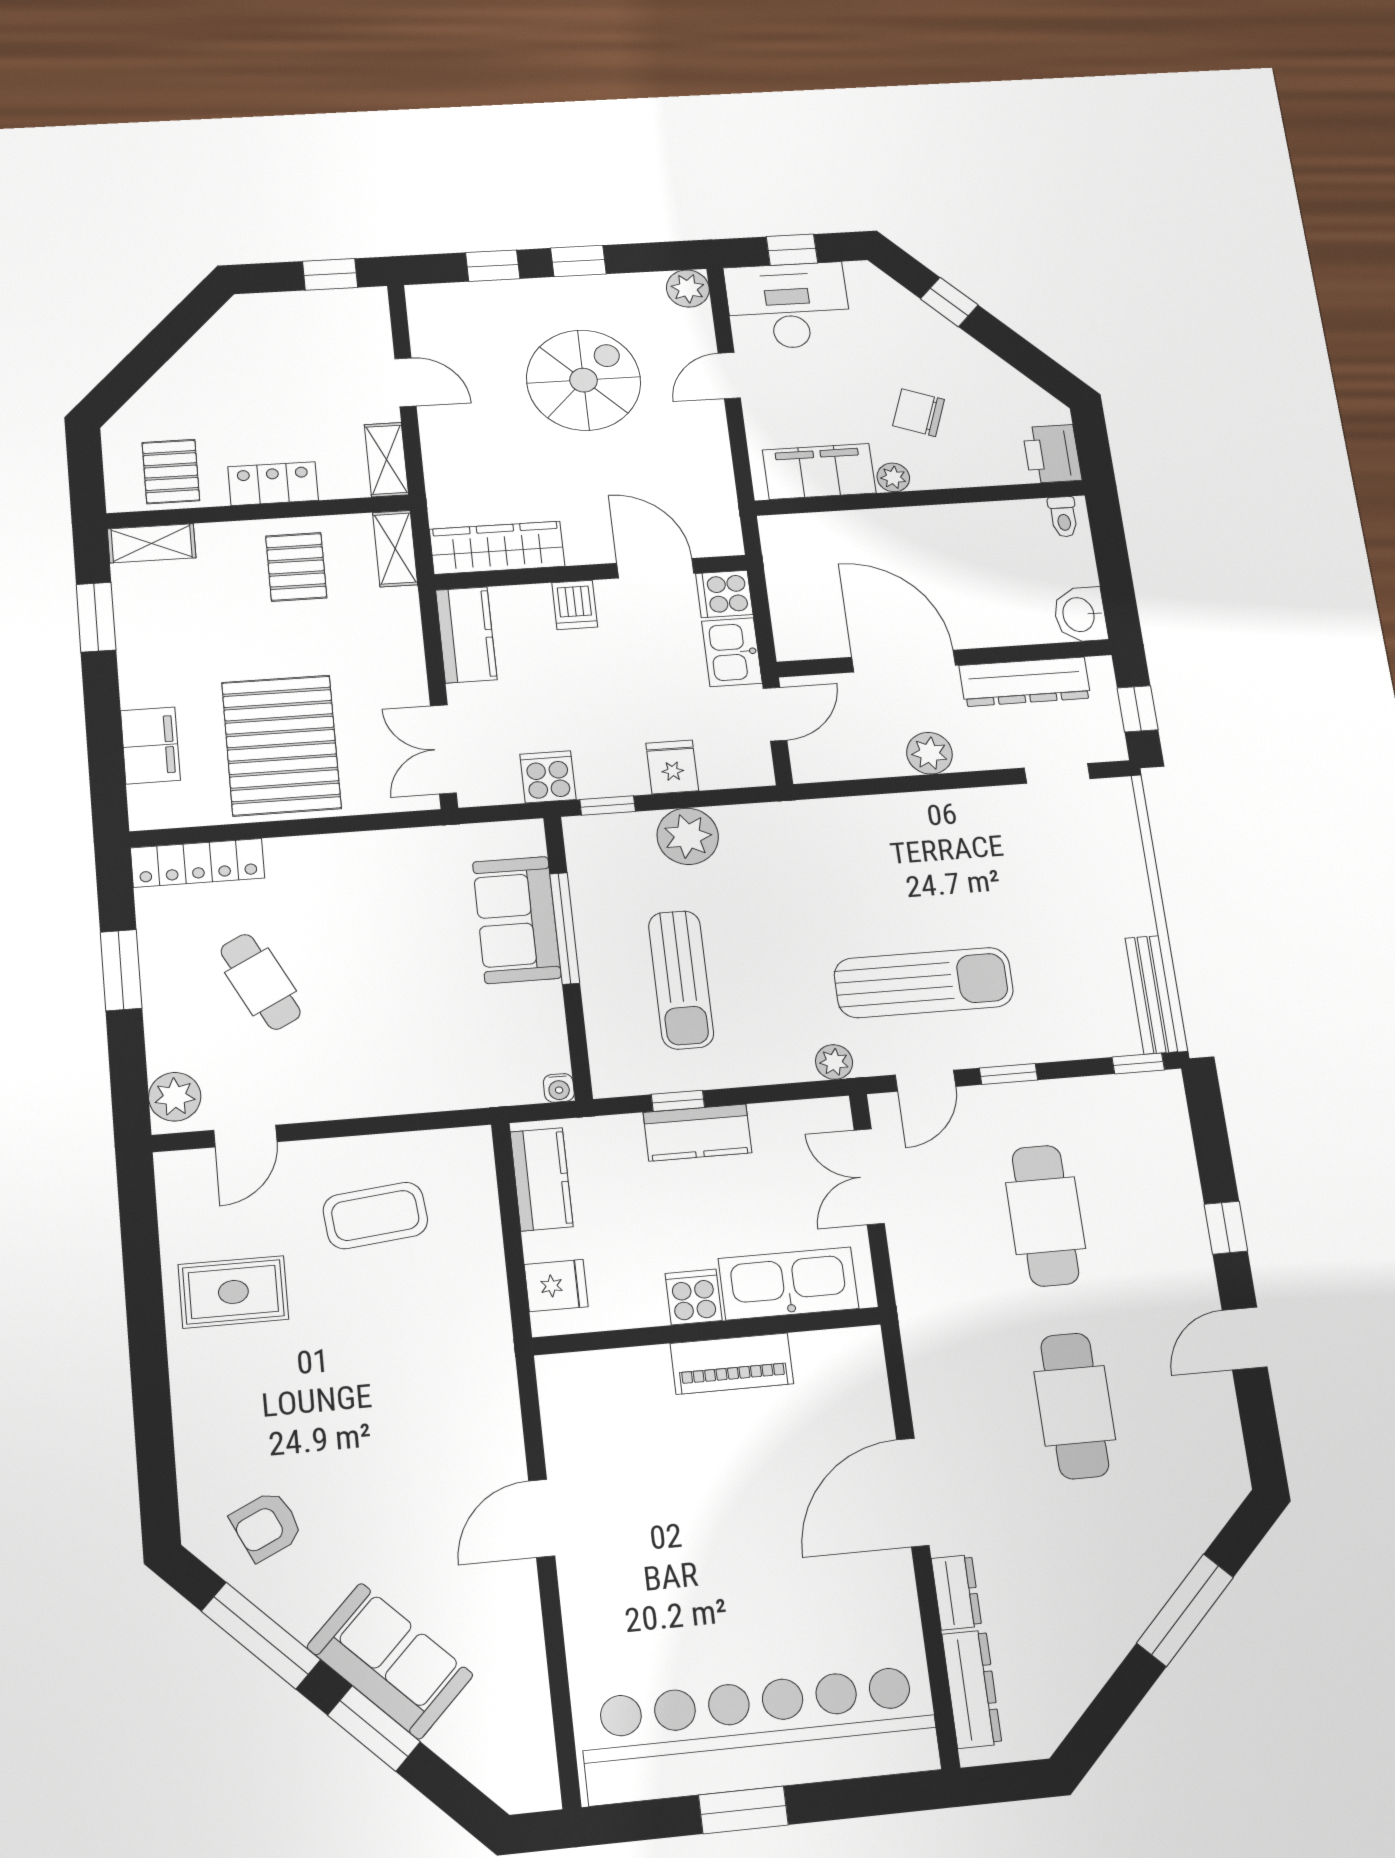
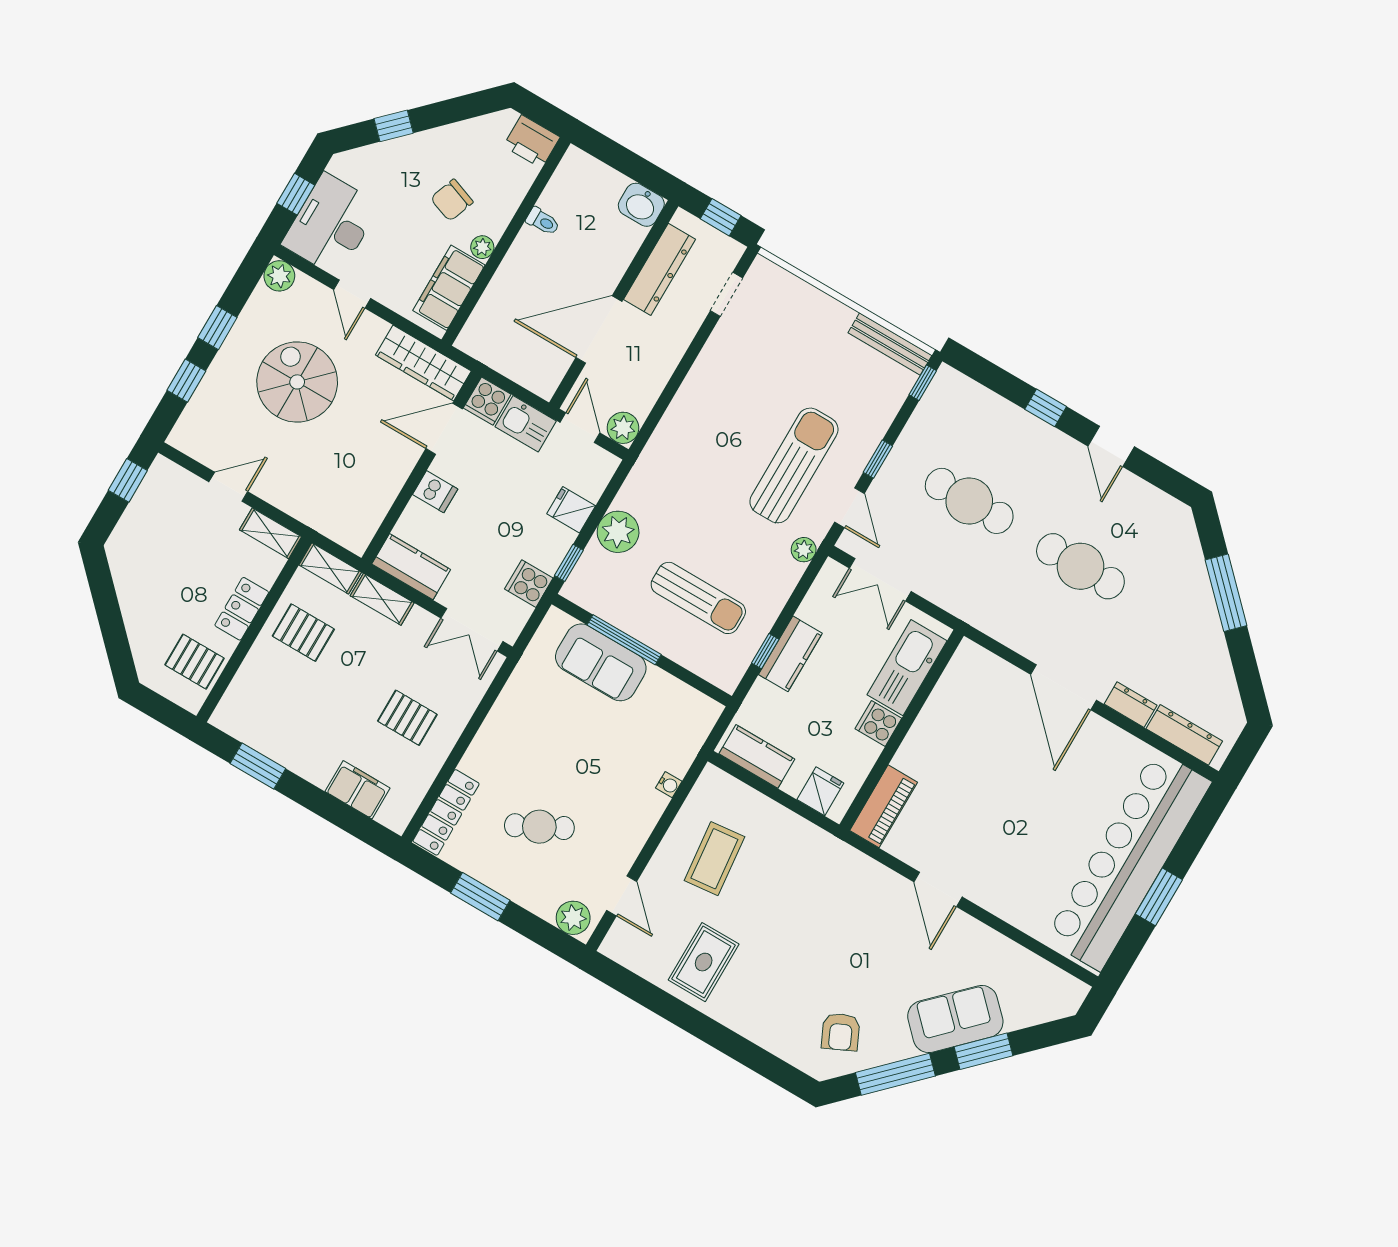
toilet: (1063, 517) -> (543, 221), moved
shelving: (152, 543) -> (382, 599), moved, turned 90
wardrobe: (497, 548) -> (423, 363), moved, turned -90
pallet: (281, 745) -> (407, 718), width x0.49, depth x0.50
plant: (929, 753) -> (623, 428), moved
water cooler: (559, 1088) -> (669, 785), moved
piano: (732, 1364) -> (884, 806), moved

